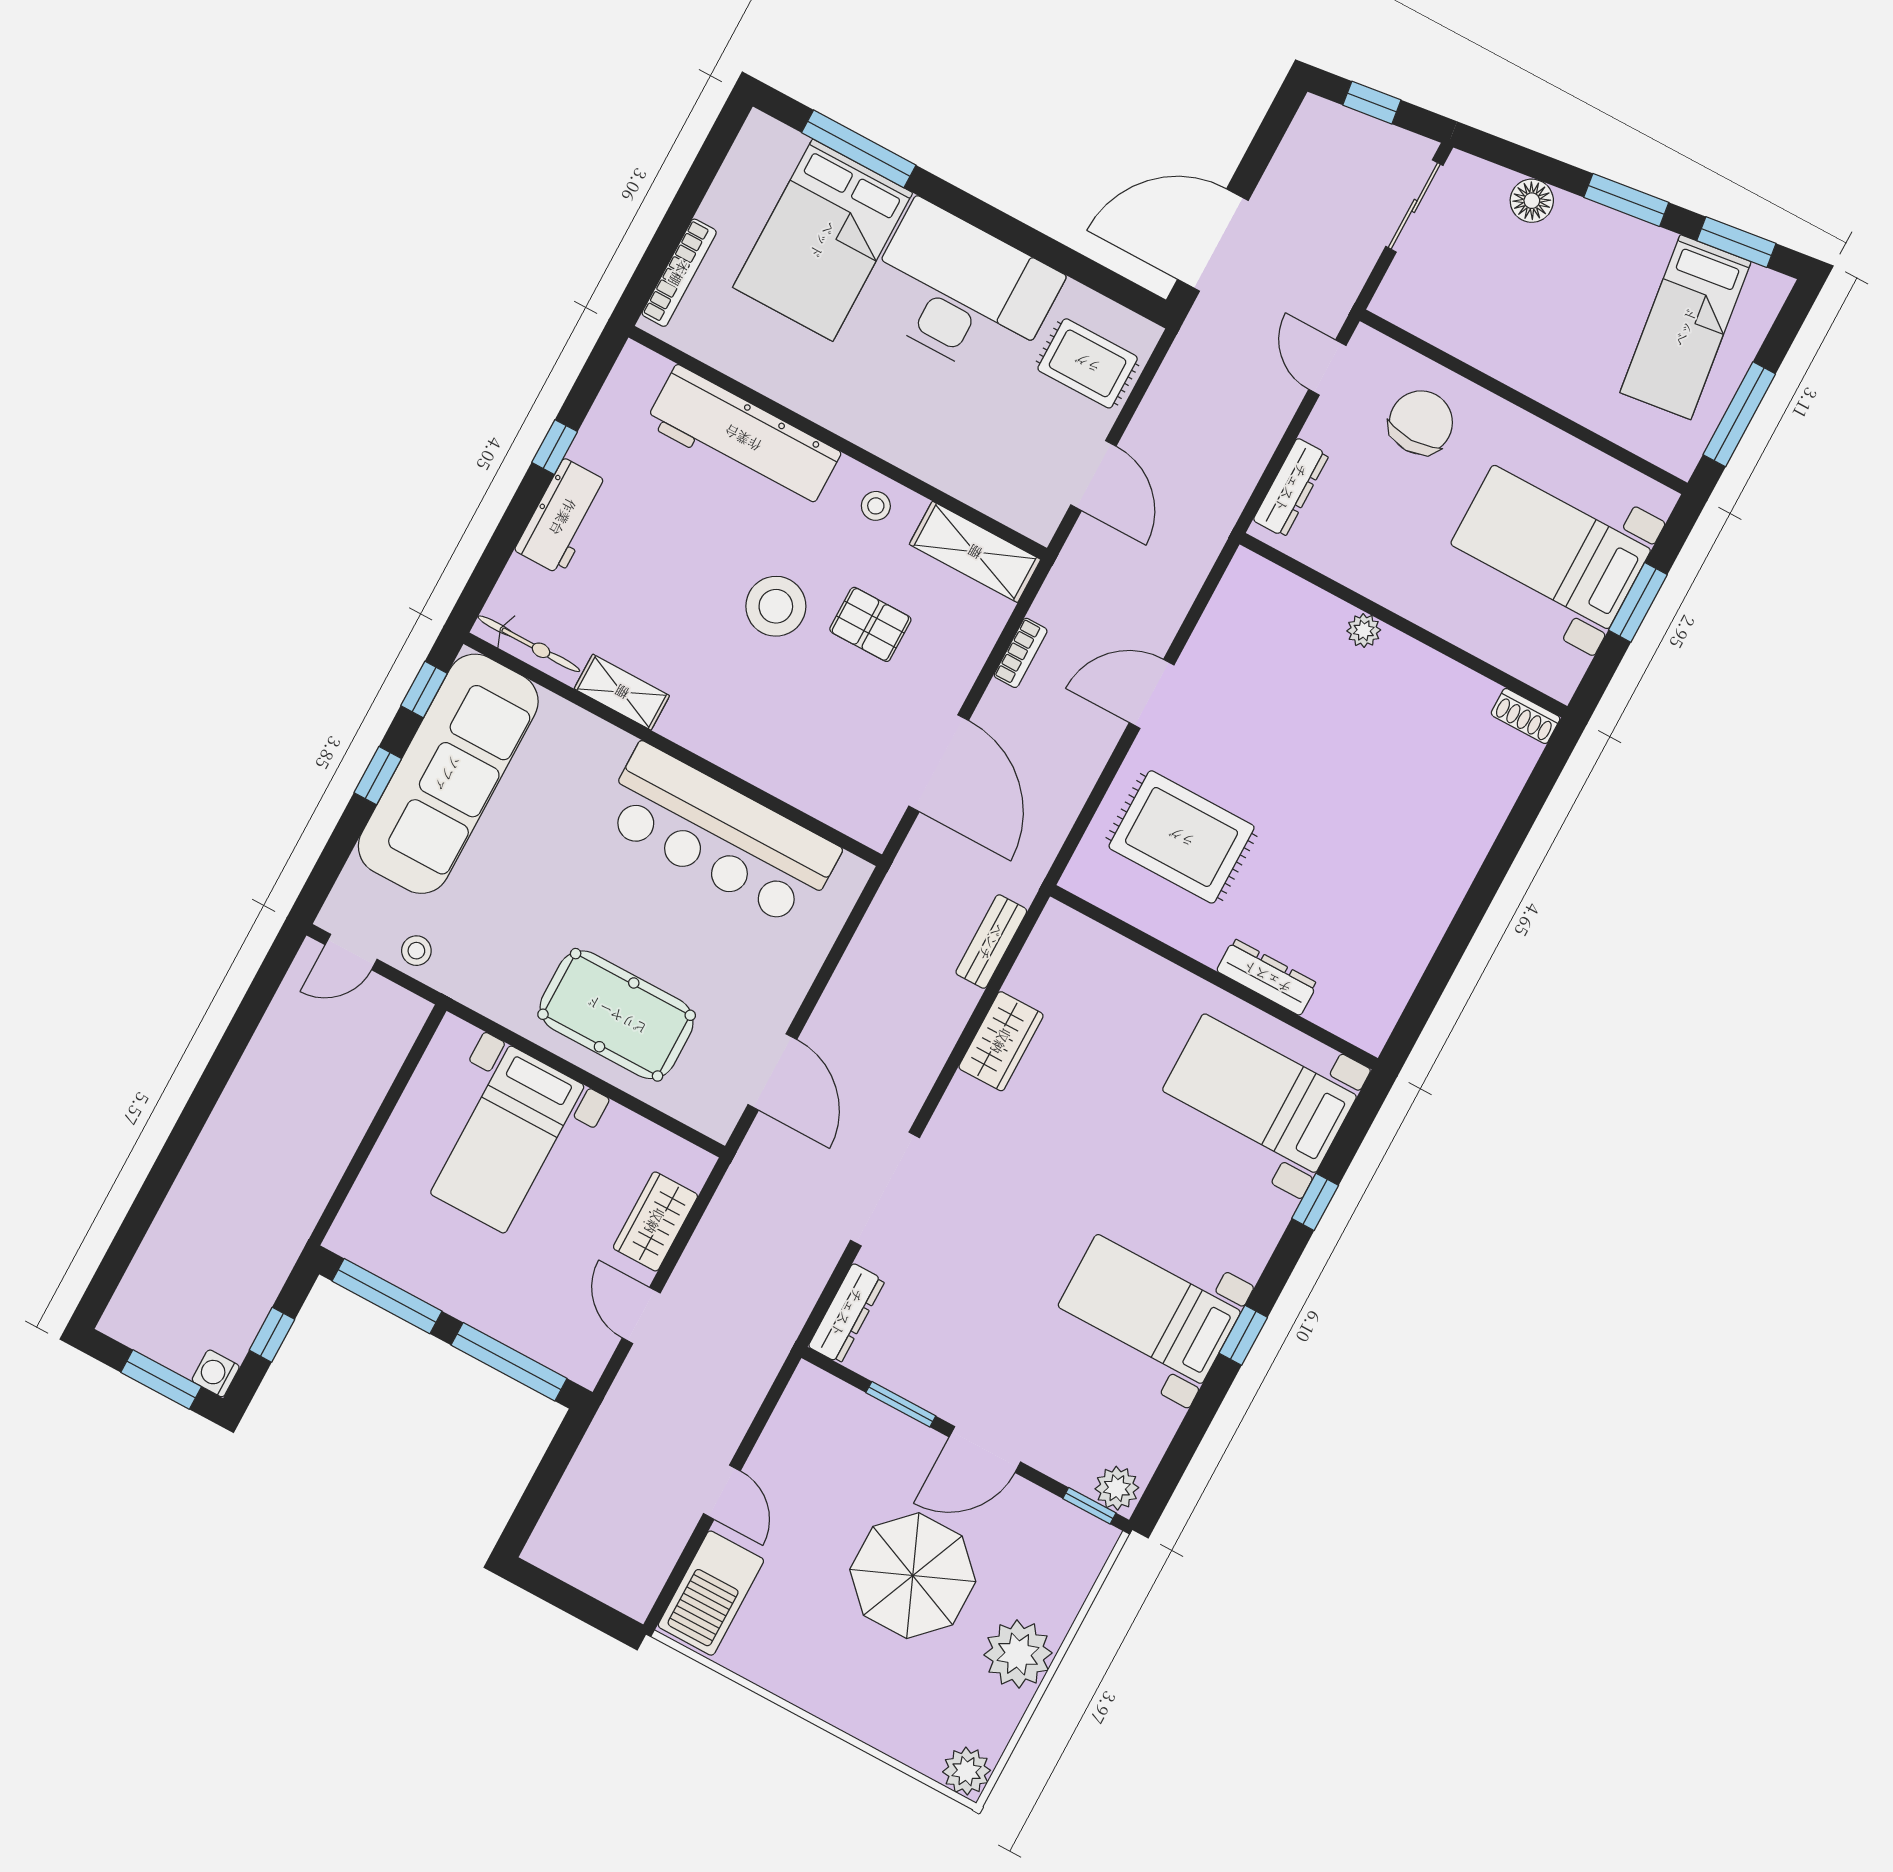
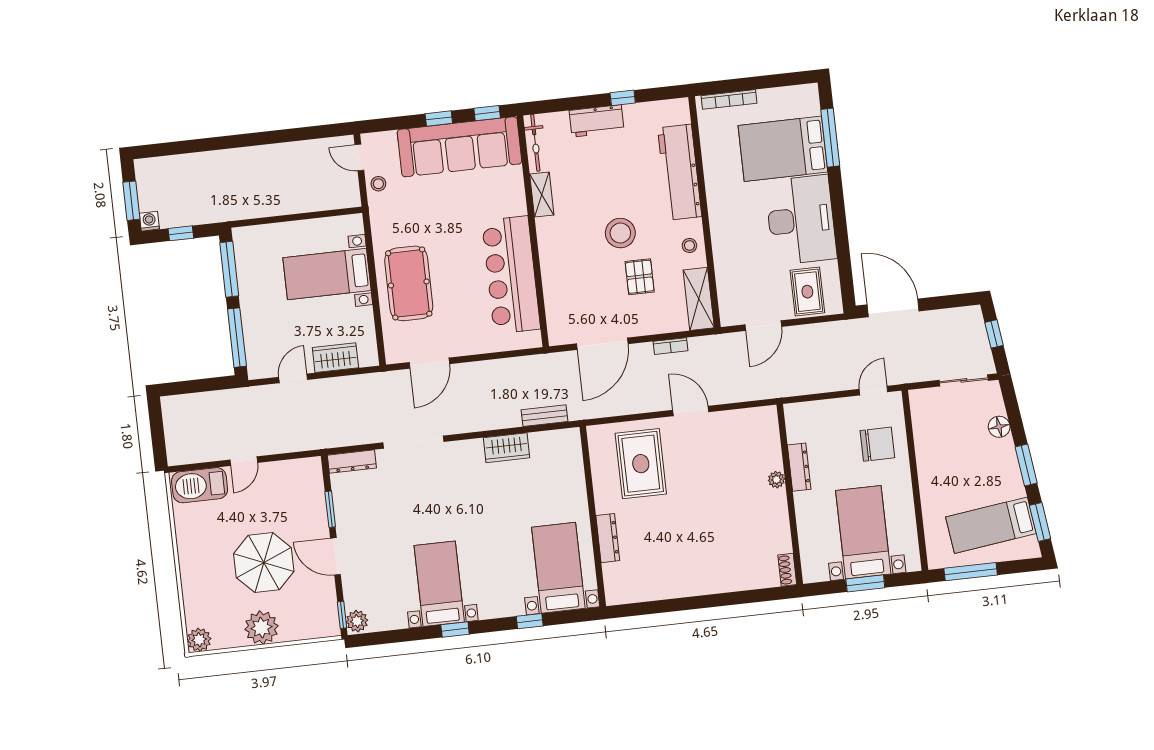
dresser: (1291, 488) -> (799, 467), moved, turned -90

